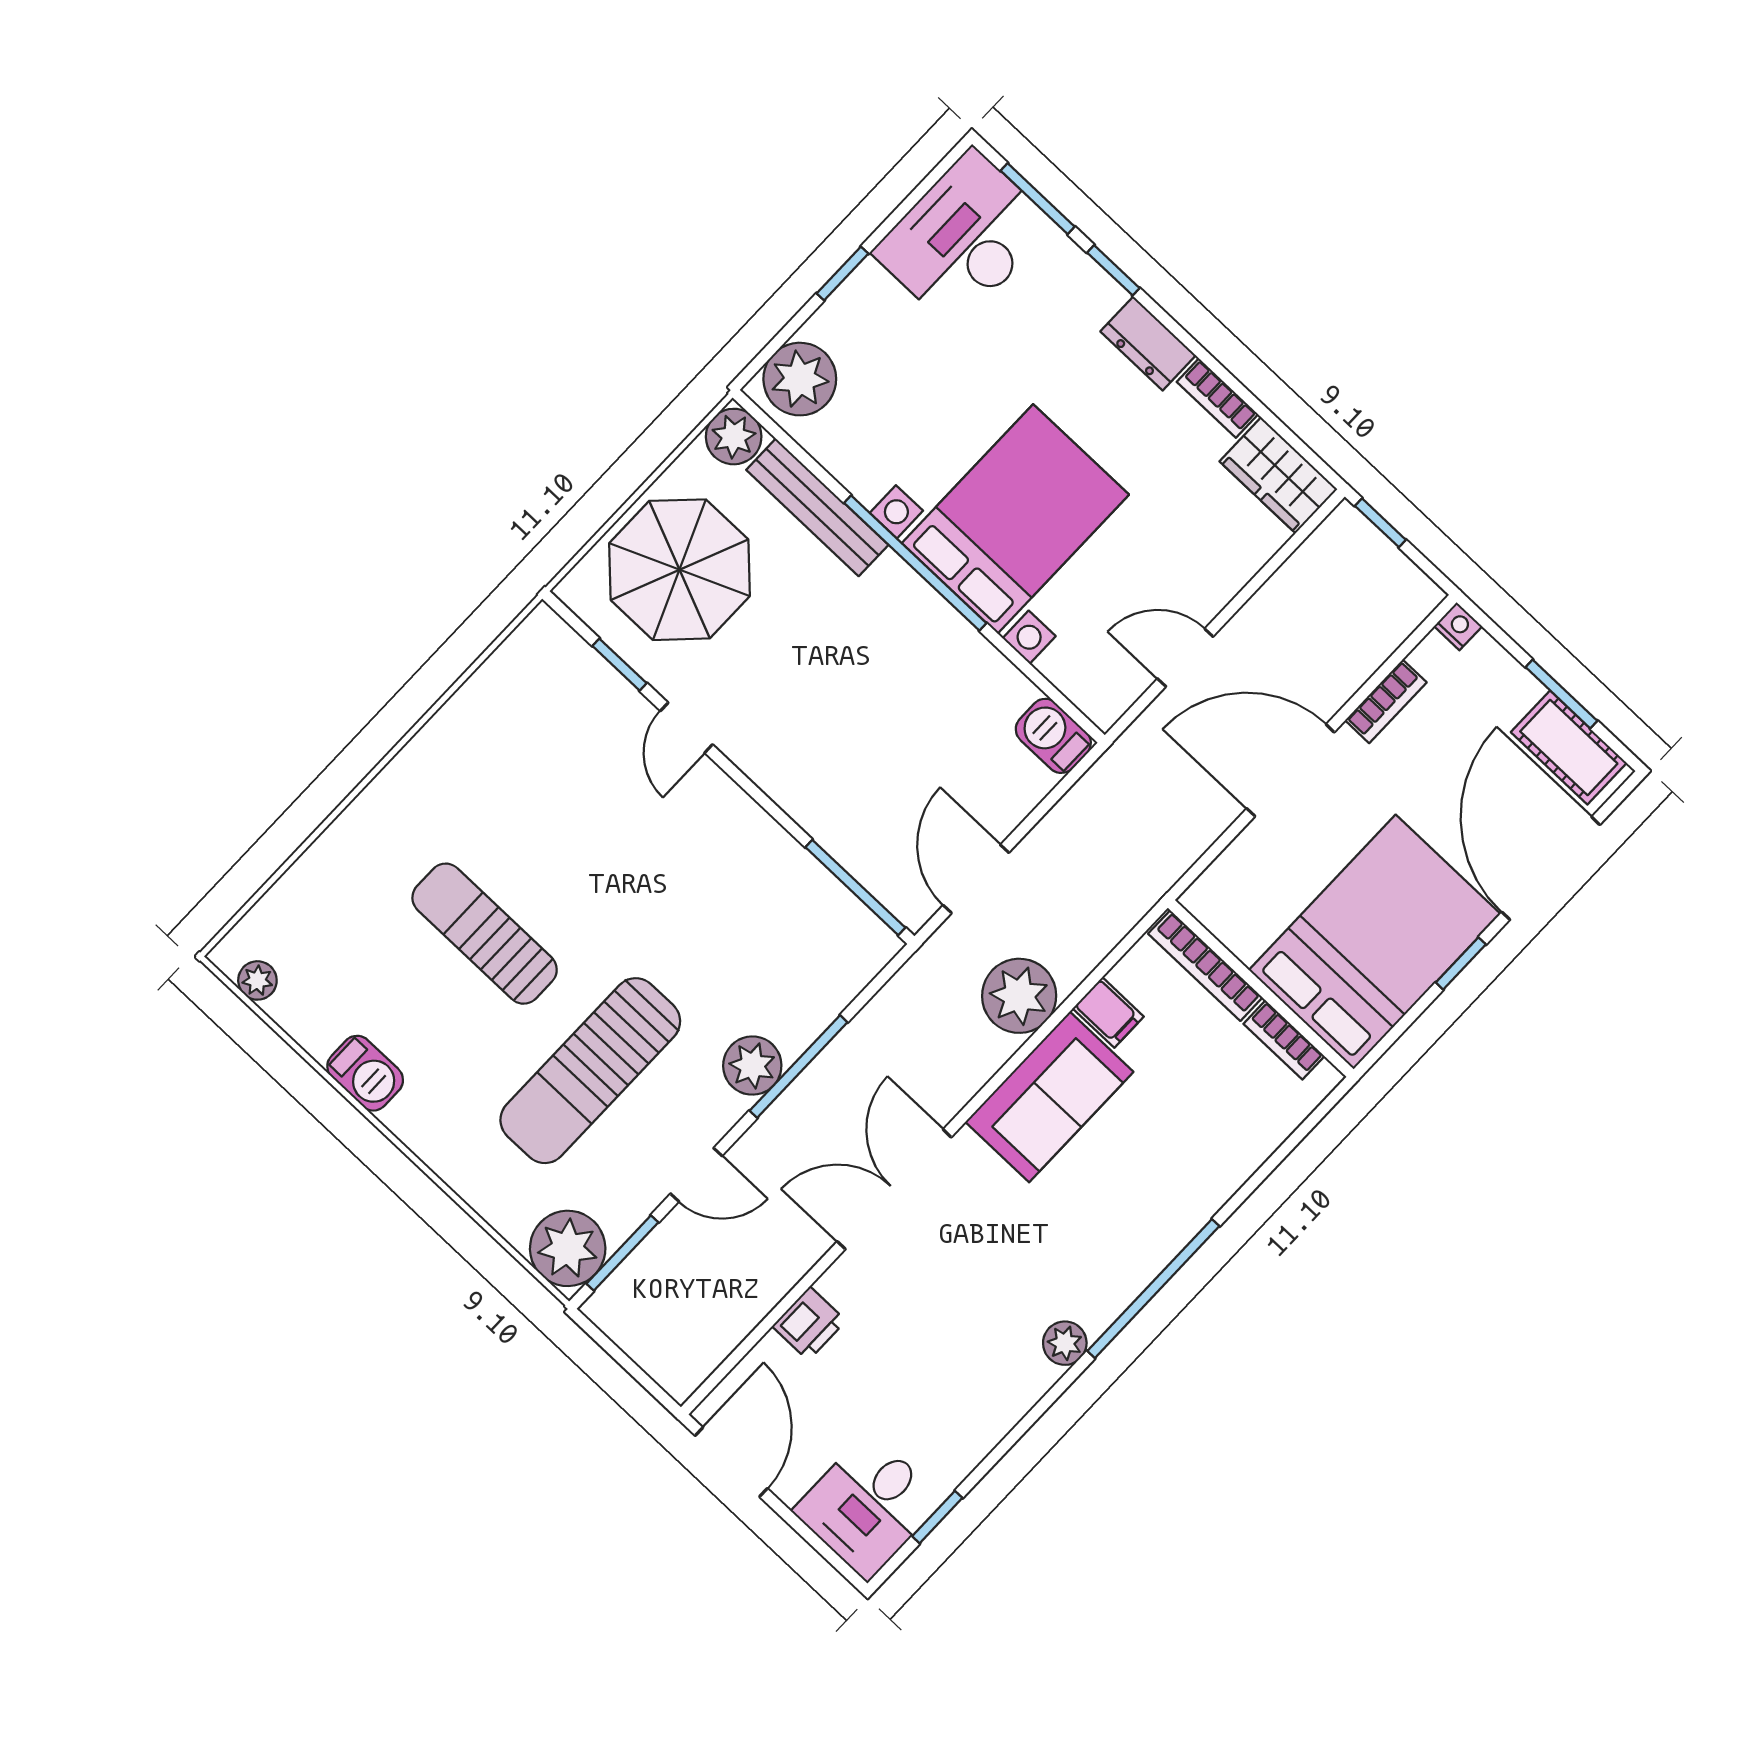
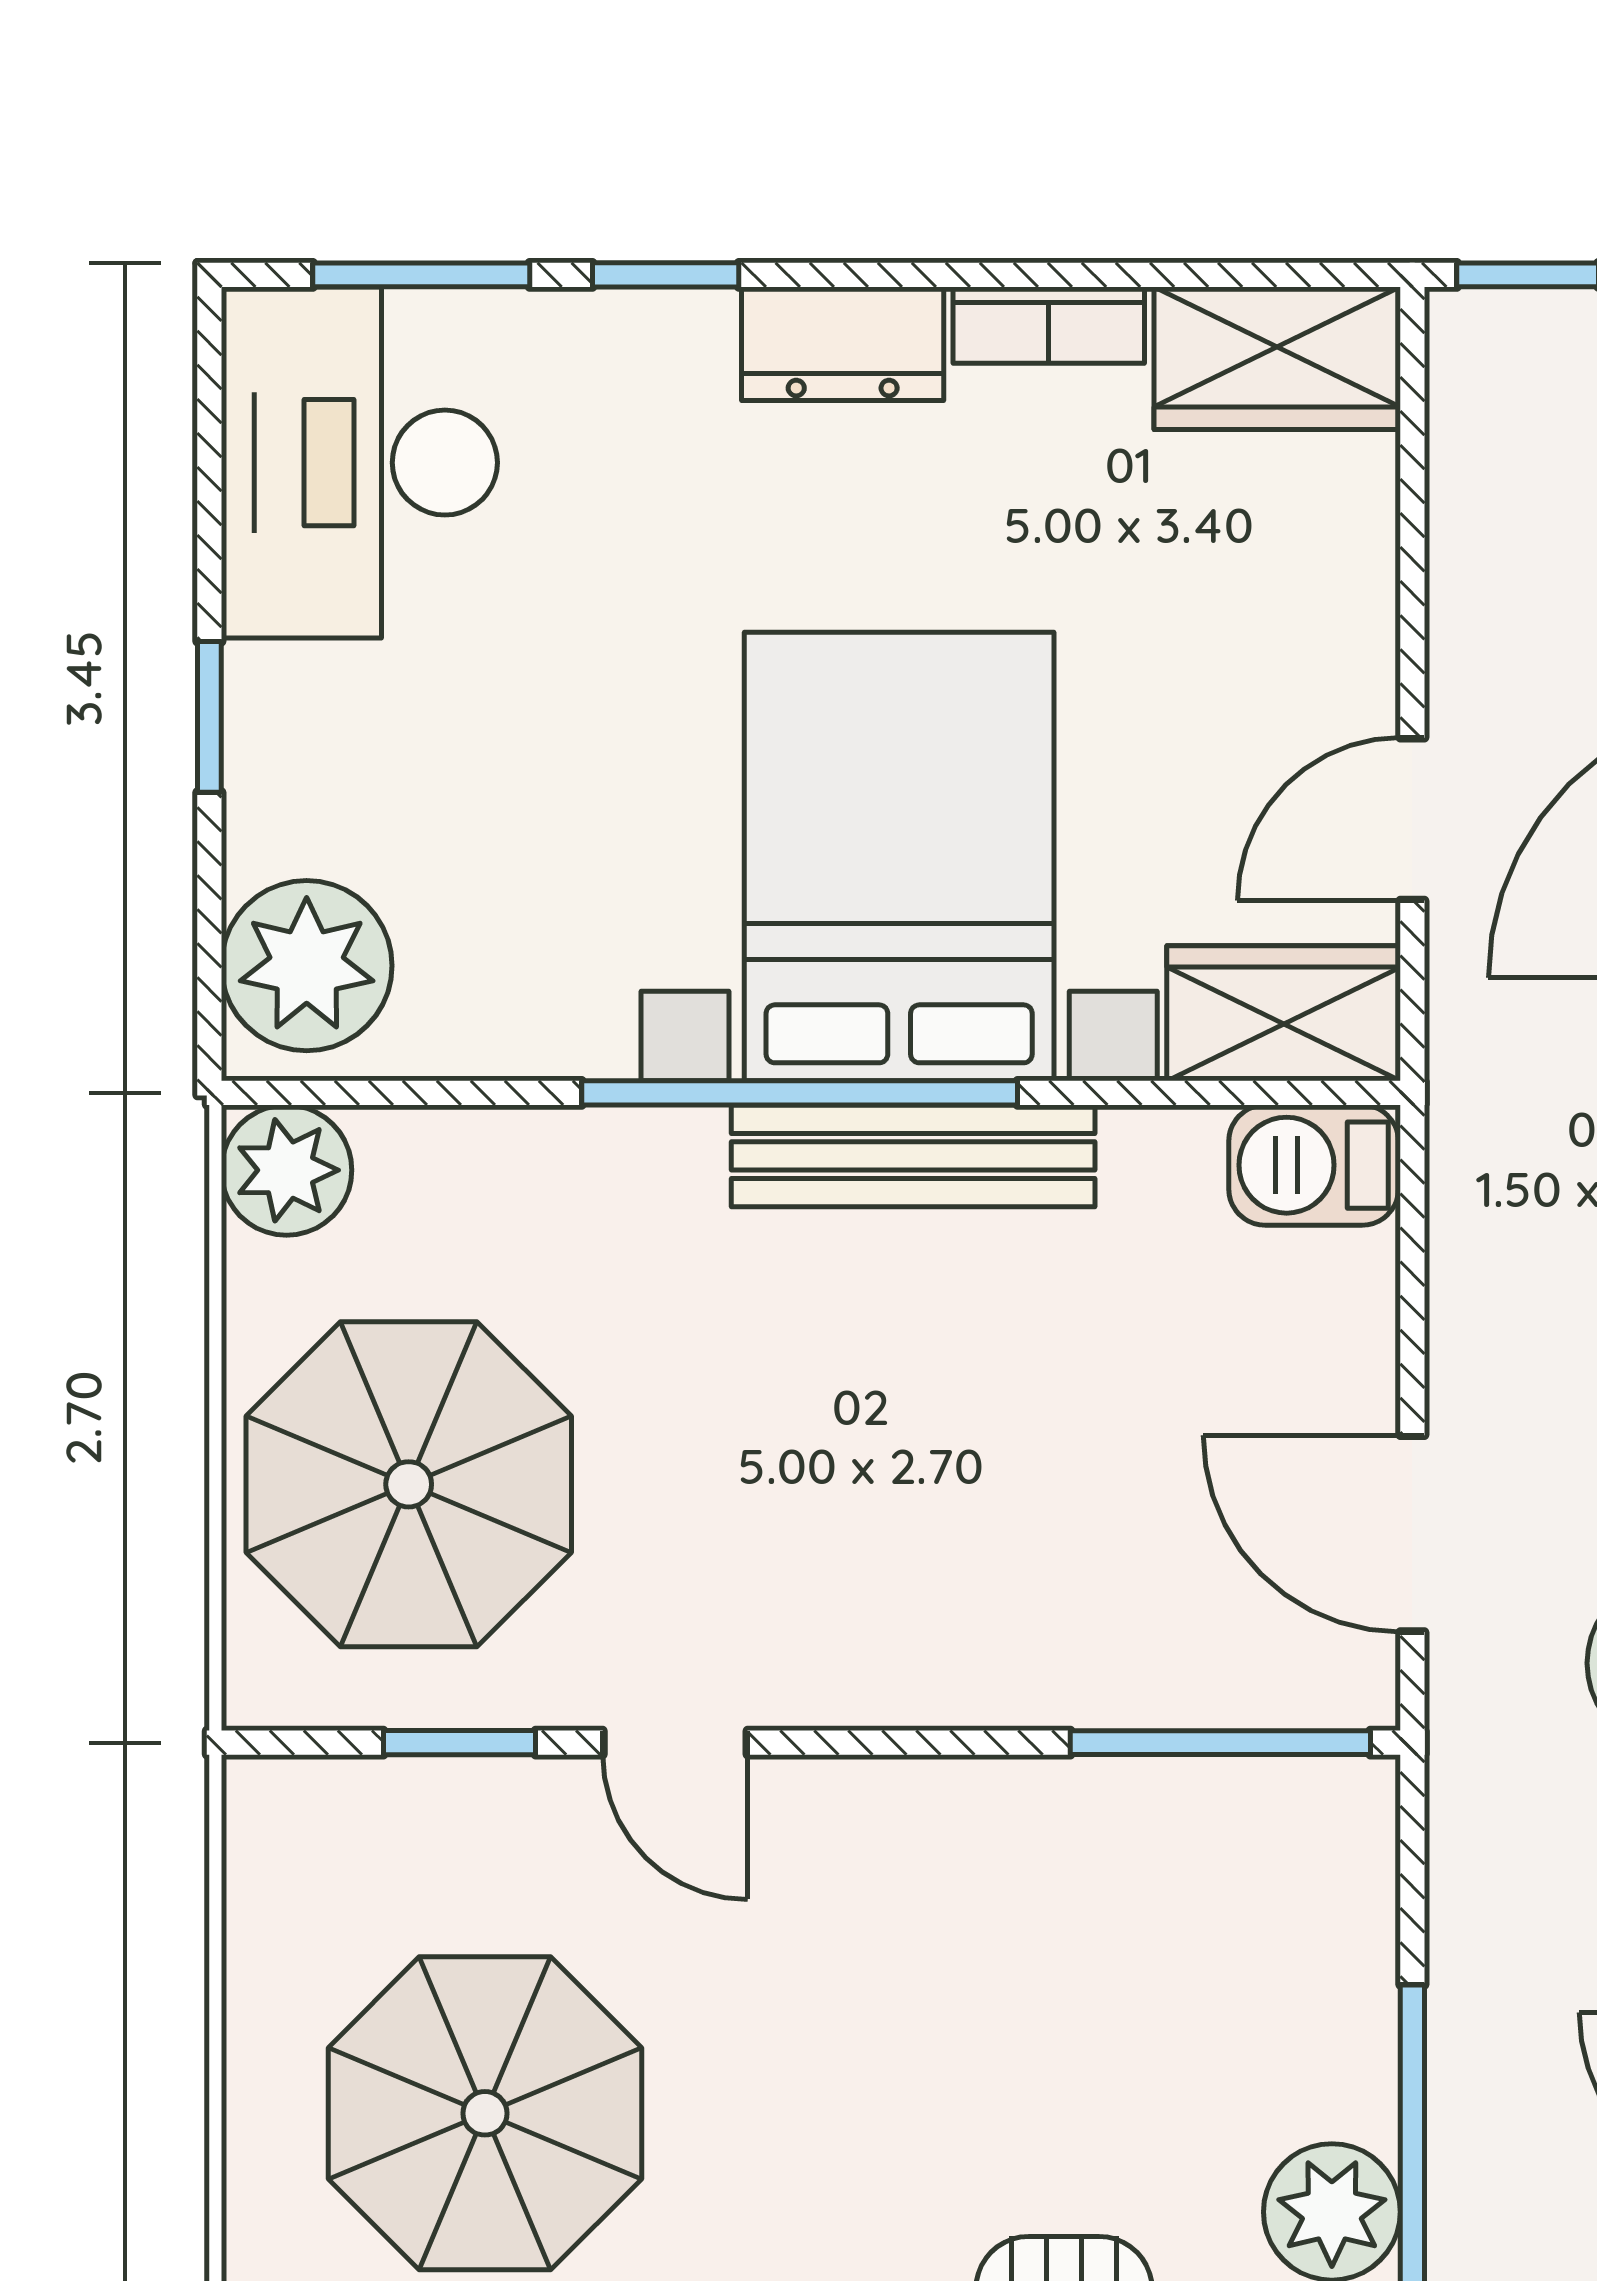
bench: (817, 507) -> (913, 1156), moved
wardrobe: (1089, 680) -> (1284, 1013), added
parasol: (519, 787) -> (485, 2113), added

